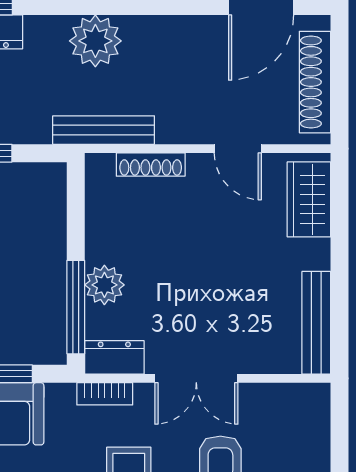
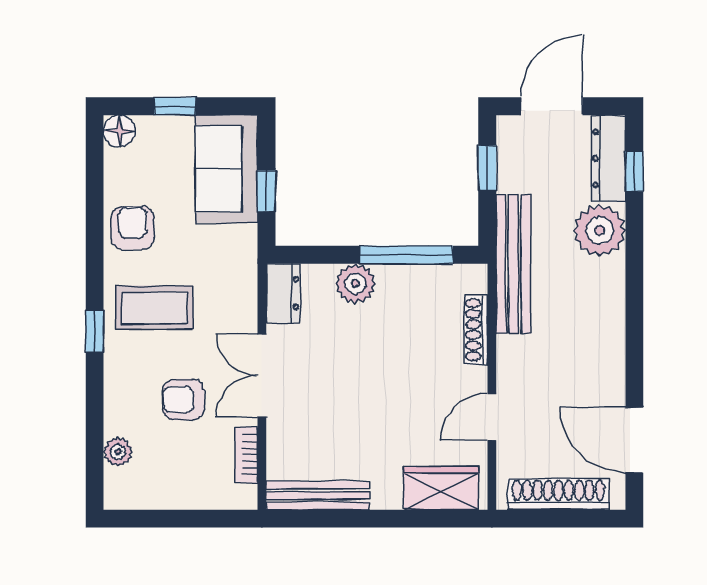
plant: (95, 41) -> (600, 230), moved
bench: (104, 130) -> (513, 264), width x1.37, depth x1.21
window: (76, 307) -> (406, 255), moved
bookcase: (105, 394) -> (247, 455), moved

